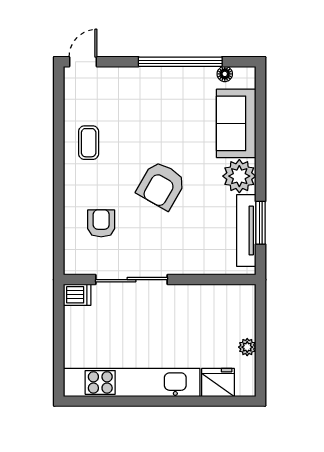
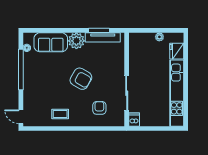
armchair: (101, 223) -> (99, 108), turned 90

